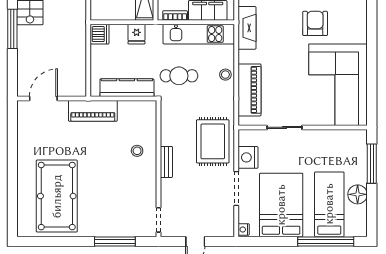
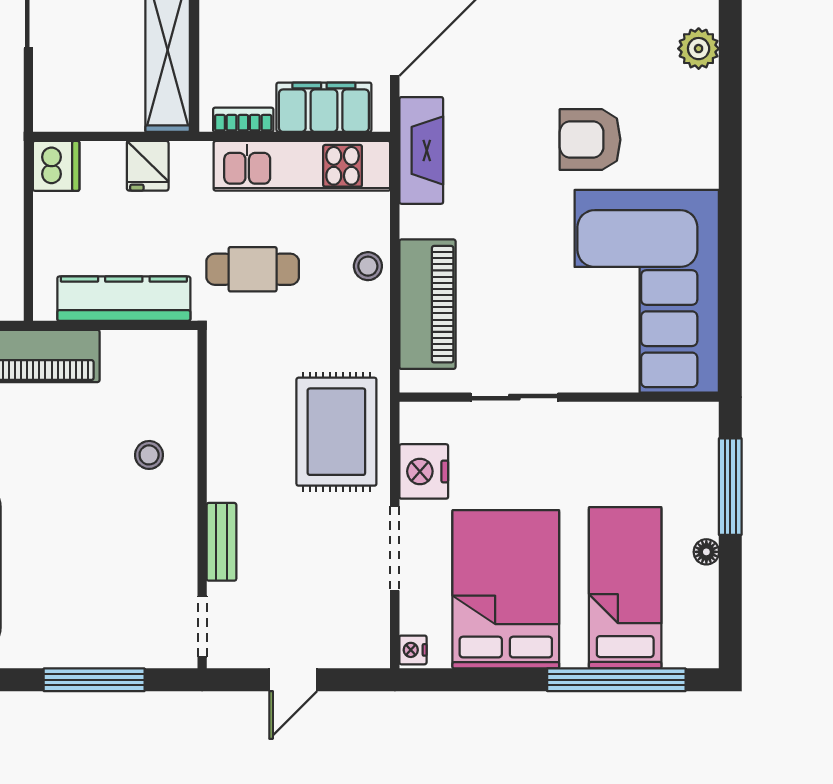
armchair: (315, 23) -> (590, 140), turned -90
bench: (166, 162) -> (221, 542), moved
floor lamp: (358, 194) -> (706, 552), width x0.53, depth x0.53

